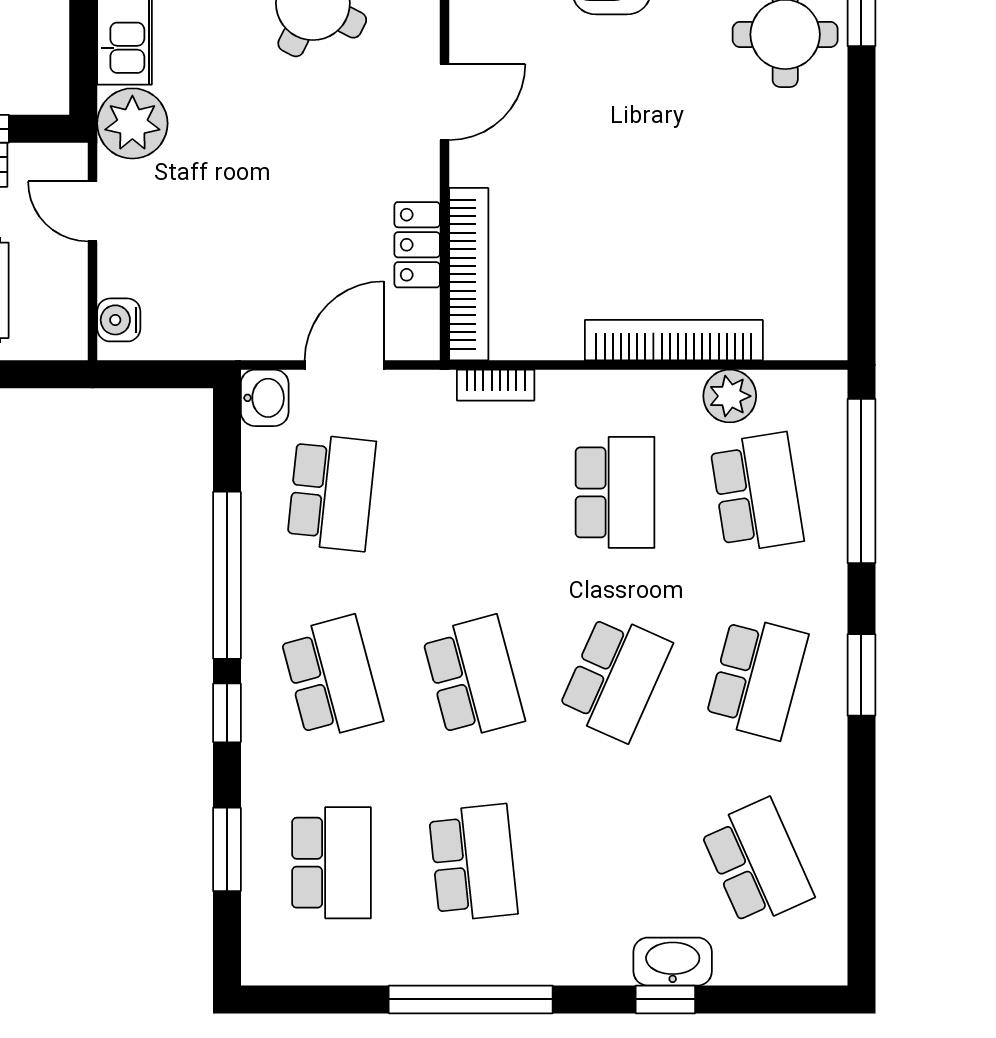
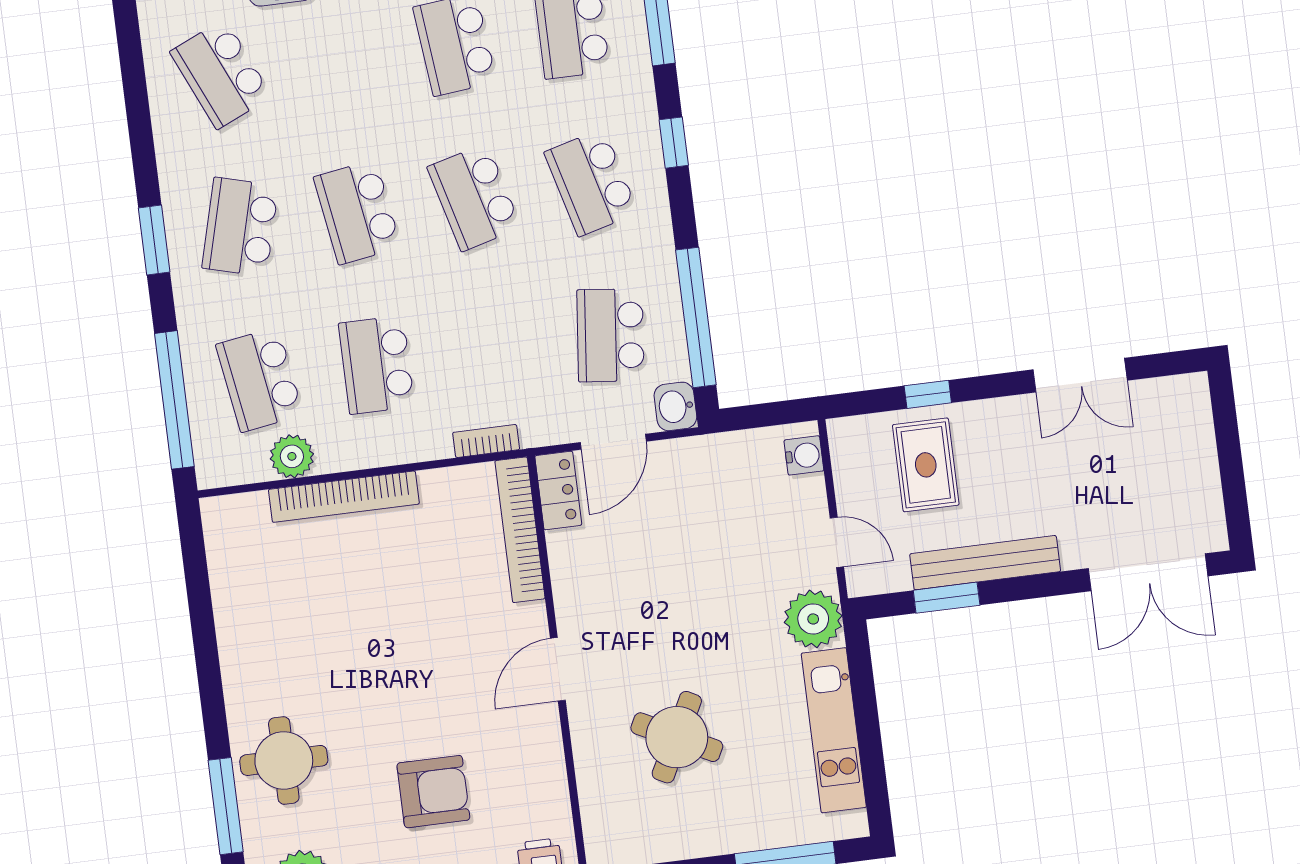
locker: (417, 245) -> (558, 490), moved
window: (227, 575) -> (696, 317), moved
school desk: (615, 678) -> (357, 212), turned -33

